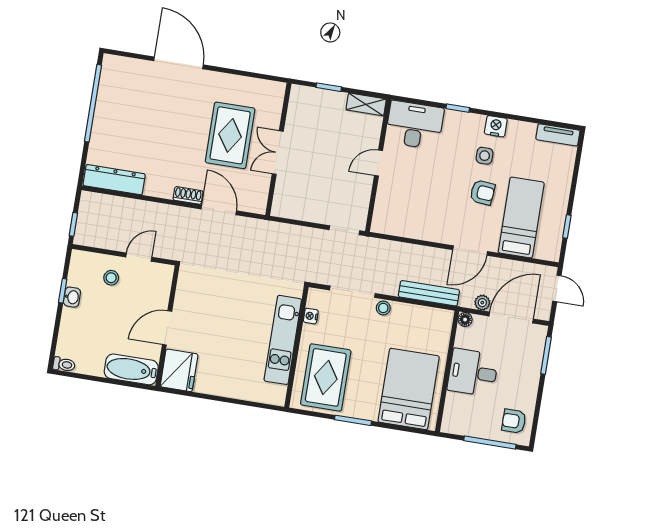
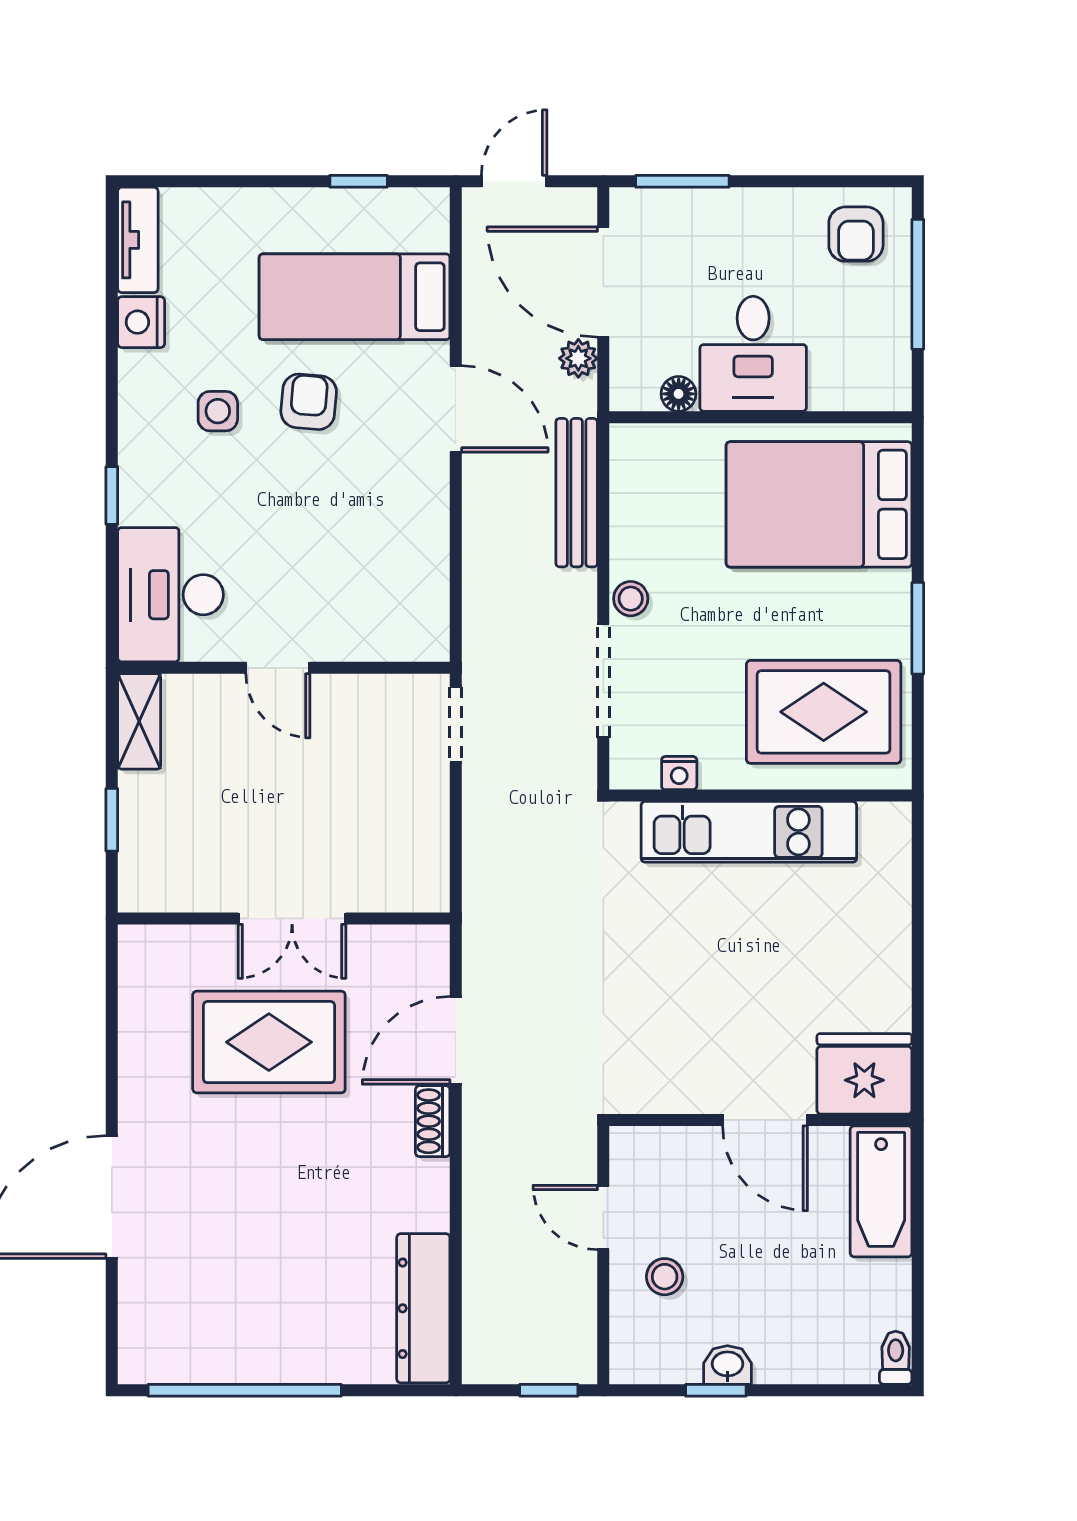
nightstand: (496, 126) -> (141, 322), moved
floor lamp: (465, 320) -> (679, 394), moved

